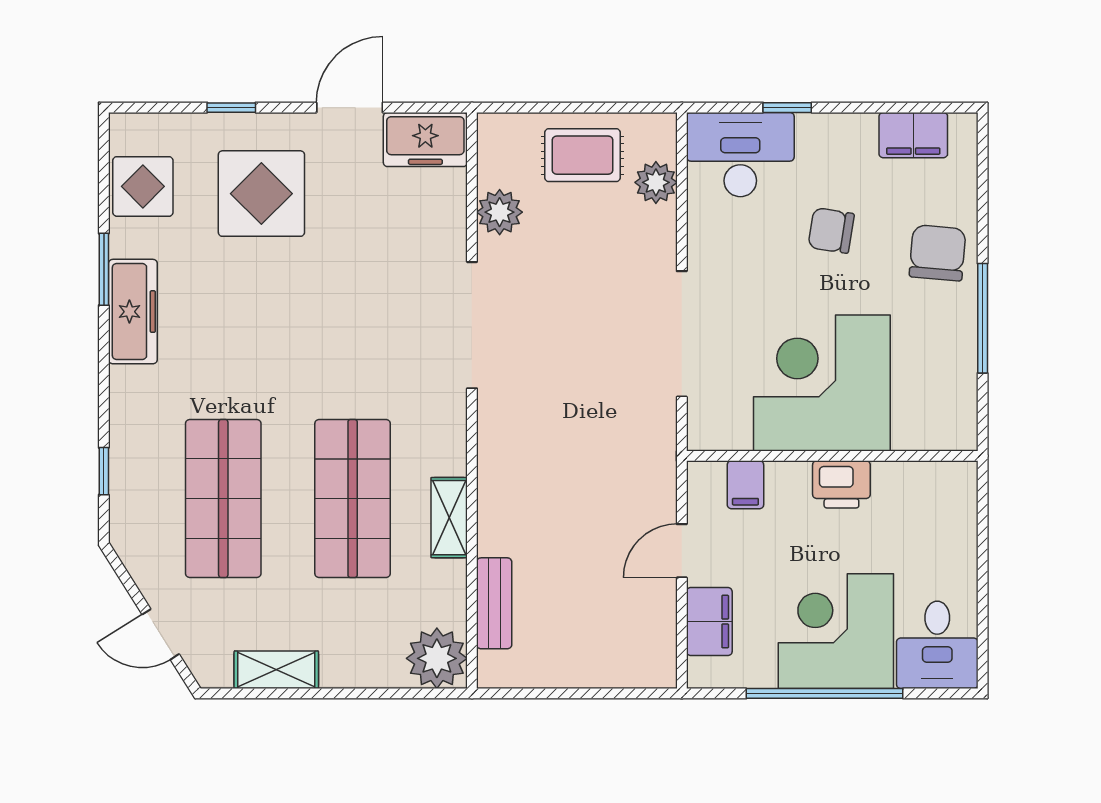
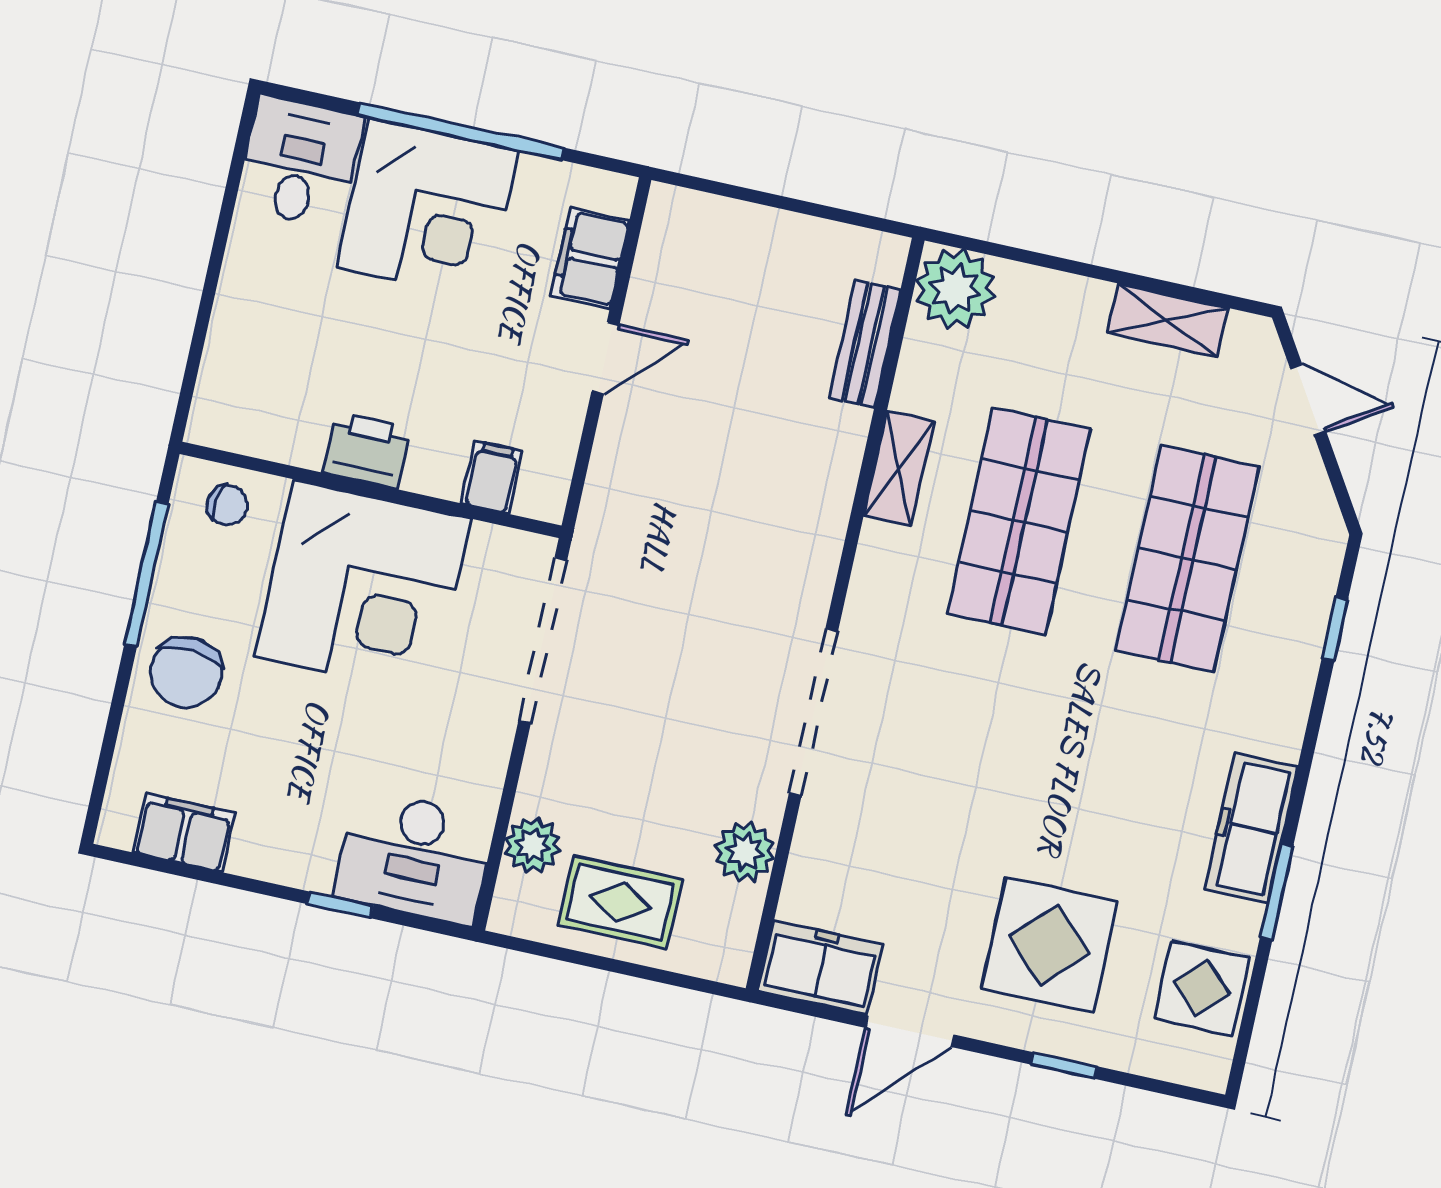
chair: (831, 230) -> (227, 505), moved, width x0.73, depth x0.73
corner desk: (822, 383) -> (363, 588), moved
wall: (832, 456) -> (371, 490), moved
printer: (841, 484) -> (367, 450), moved
filing cabinet: (745, 485) -> (492, 477), moved

